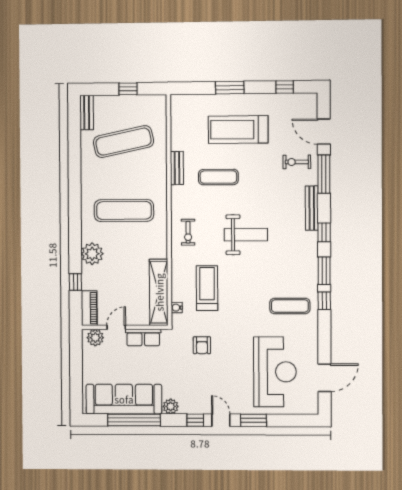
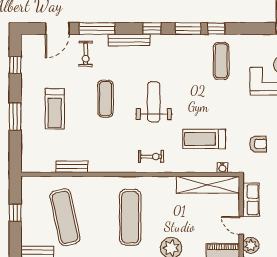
treadmill: (238, 130) -> (55, 109), width x0.73, depth x0.73
bench: (177, 168) -> (72, 167), moved
exercise mat: (218, 177) -> (105, 99), moved

